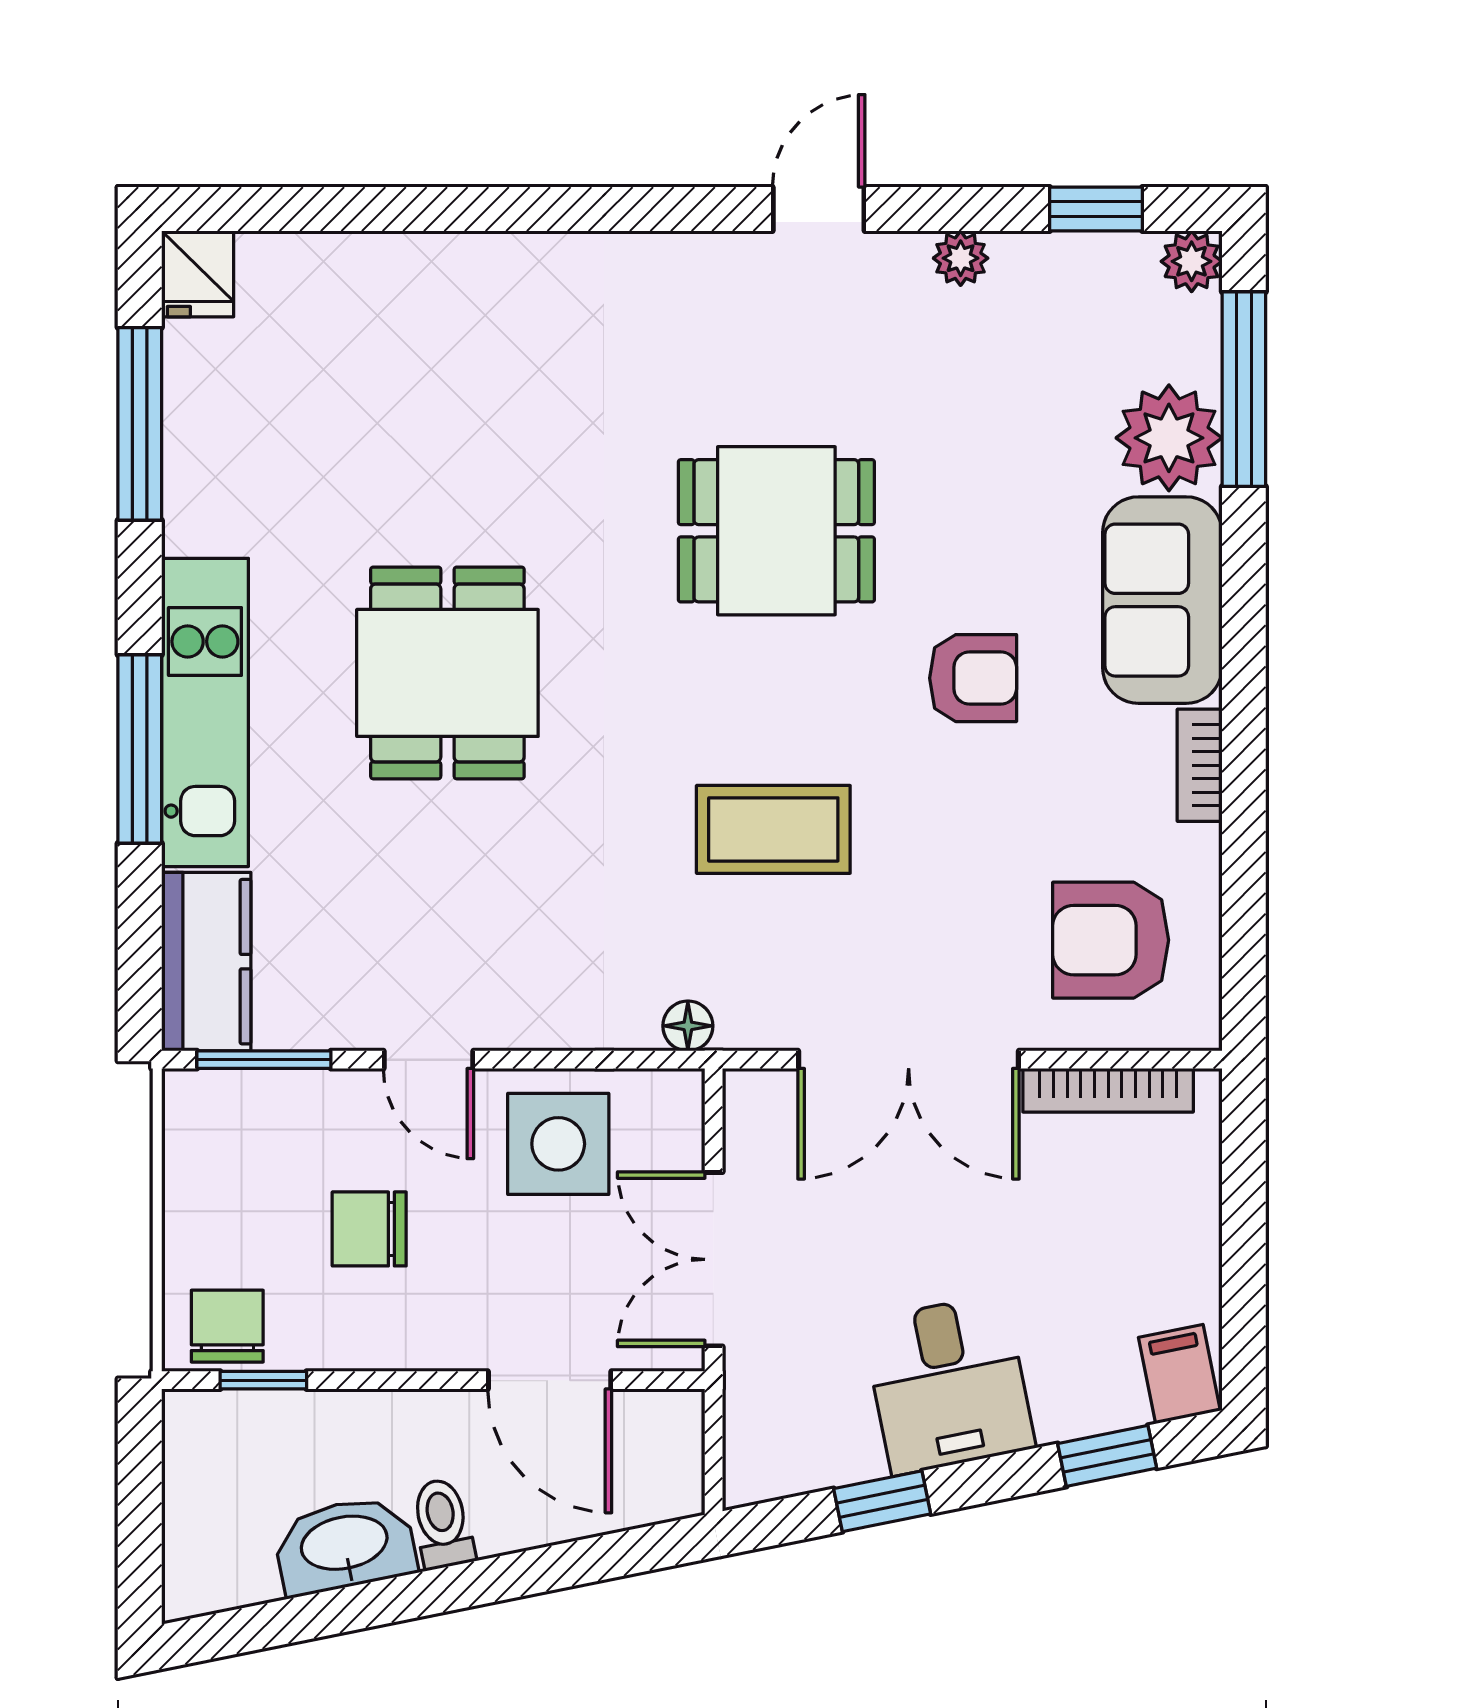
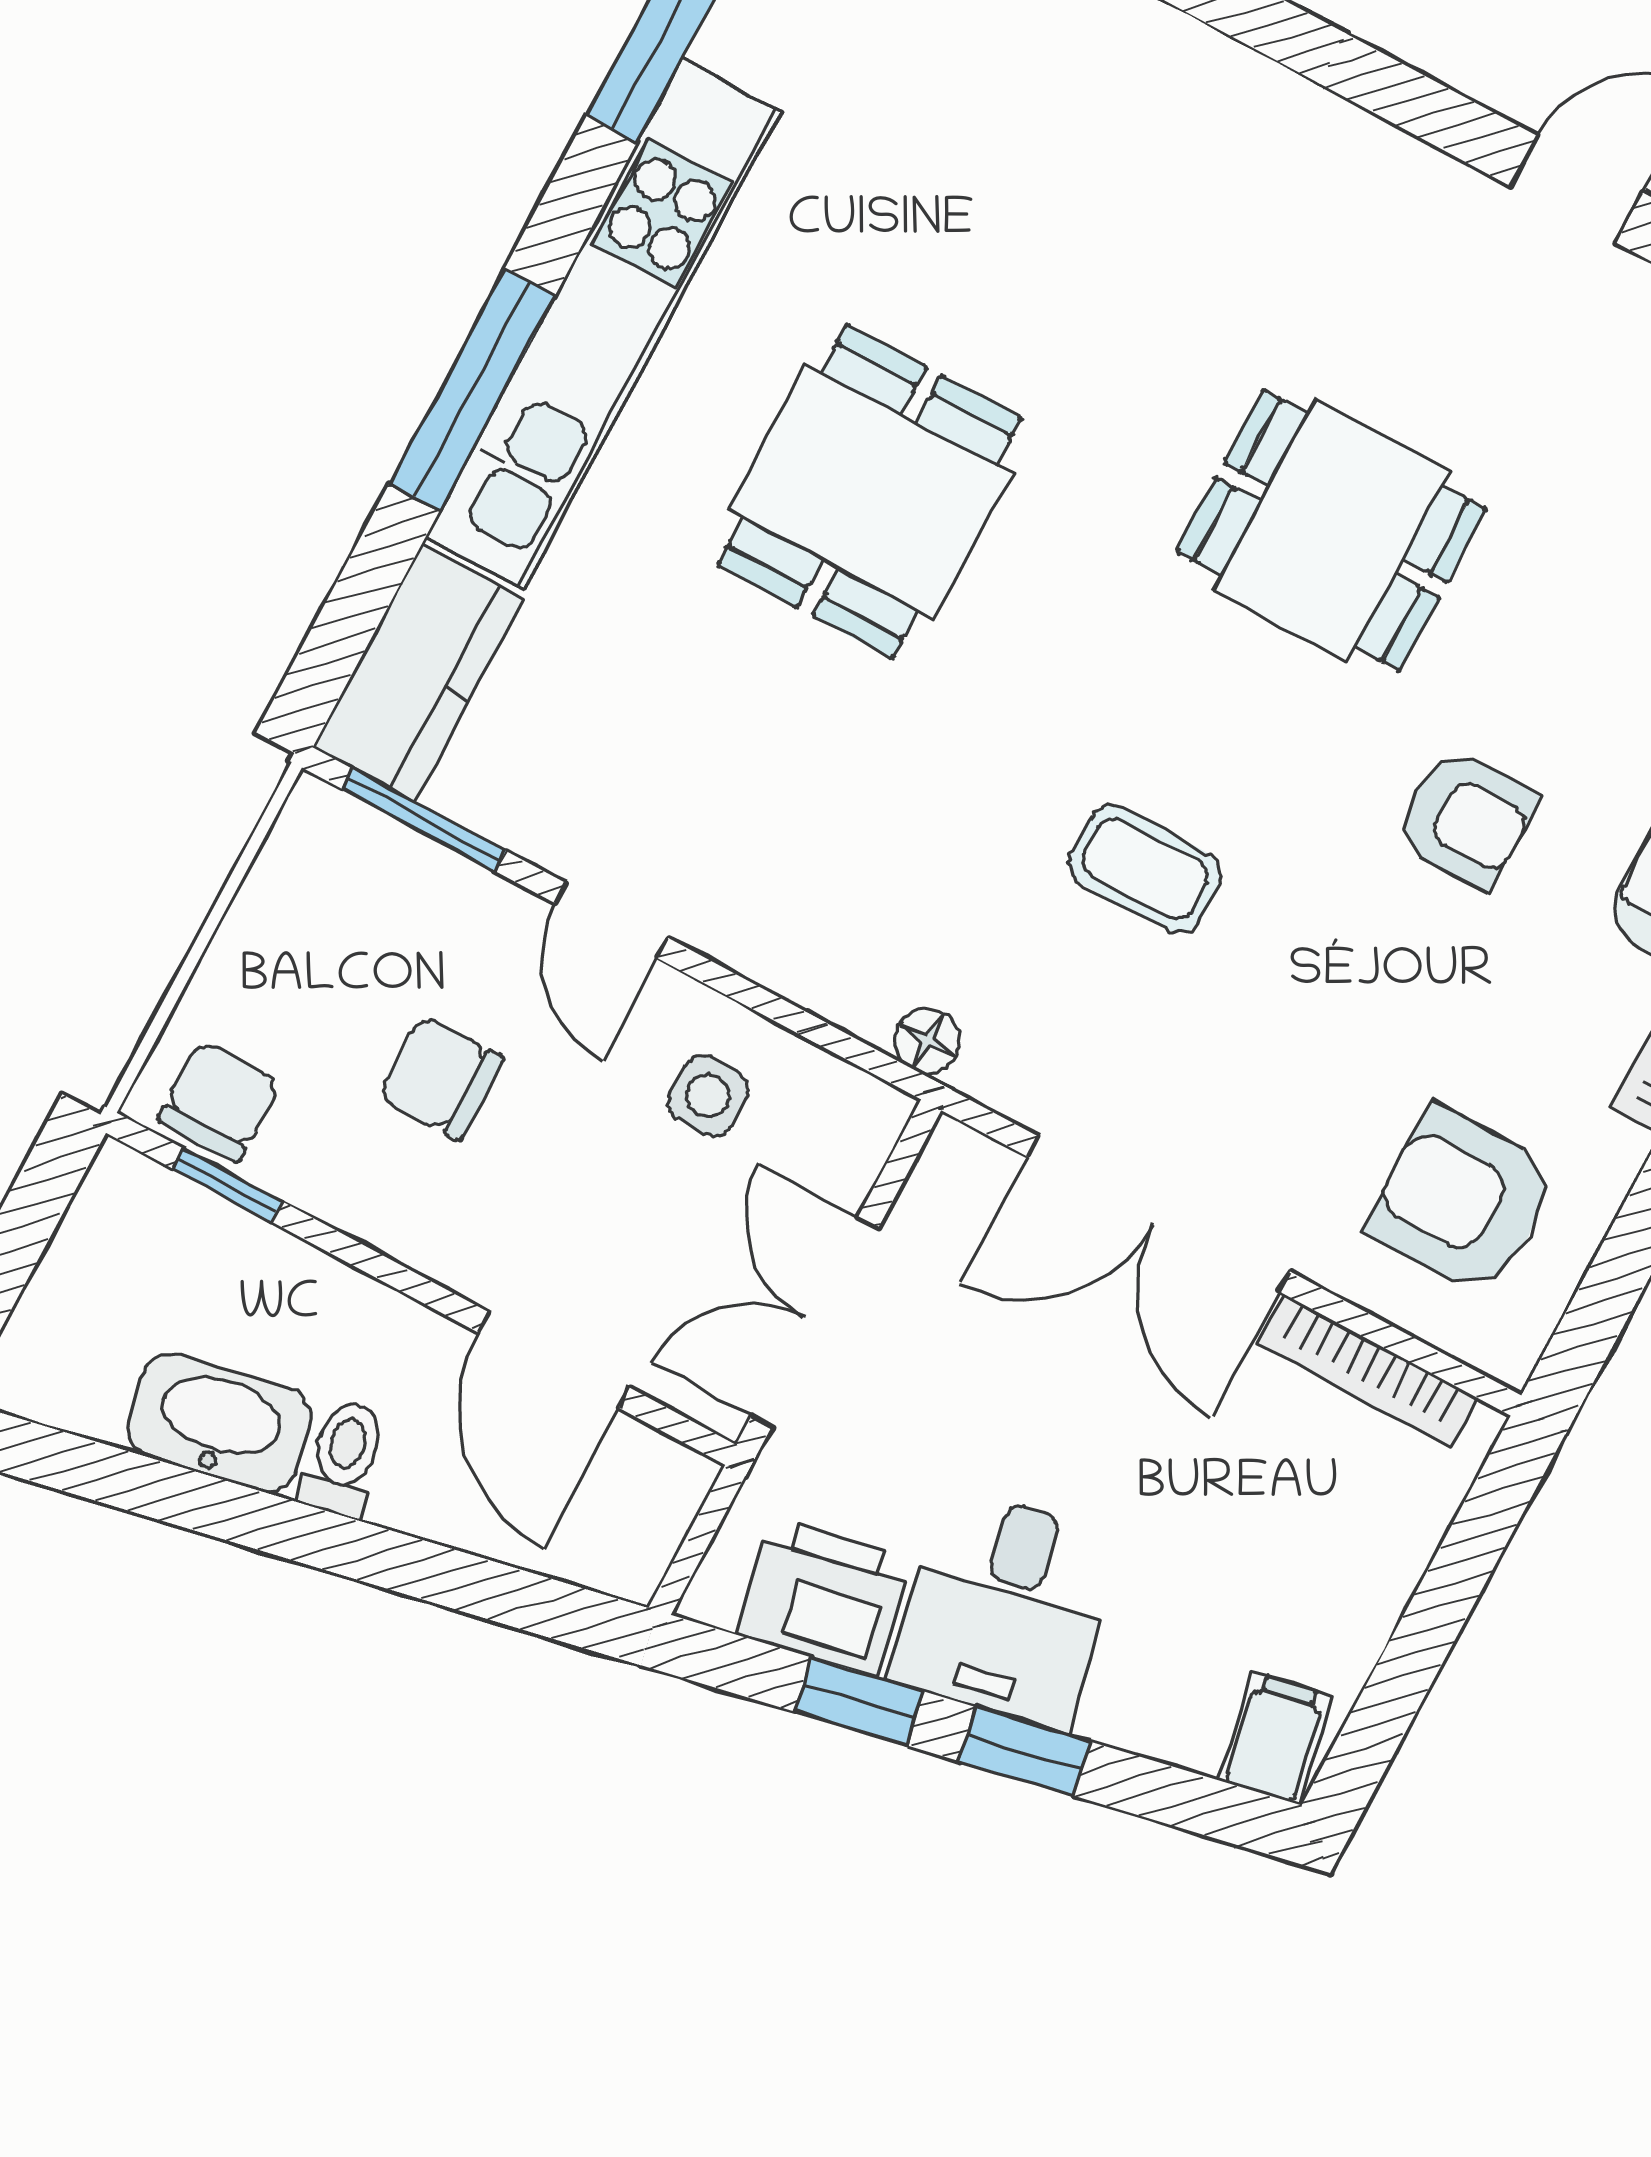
kitchen unit: (205, 712) -> (603, 324), width x1.36
coffee table: (773, 829) -> (1145, 869), width x0.73, depth x0.77
side table: (558, 1144) -> (708, 1096), width x0.54, depth x0.54
printer: (820, 1443) -> (824, 1597), added
window: (1107, 1456) -> (1025, 1751), moved

